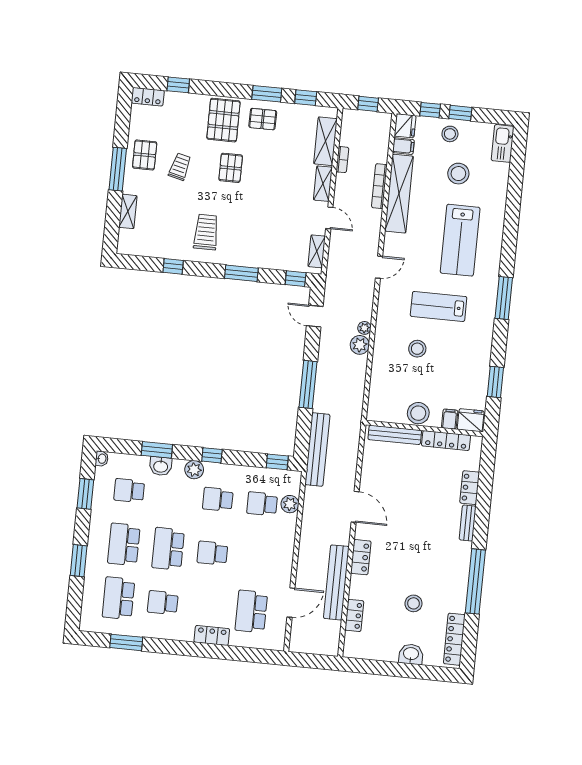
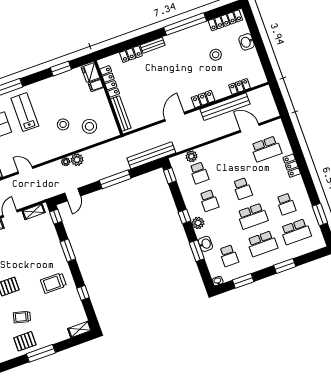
shelving: (128, 211) -> (80, 329), moved
lab bench: (439, 306) -> (25, 112), moved, turned 180
stool: (418, 413) -> (89, 126), moved

